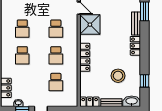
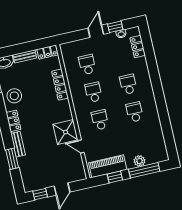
locker: (85, 57) -> (60, 85), moved
stool: (118, 76) -> (14, 96), moved

